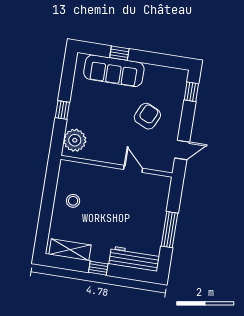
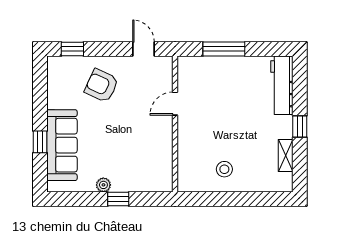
armchair: (147, 116) -> (101, 86), moved
plant: (75, 140) -> (103, 185), moved, width x0.53, depth x0.53
window: (170, 230) -> (224, 49), moved
shelving: (70, 250) -> (286, 155), width x0.67, depth x0.75

